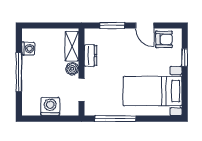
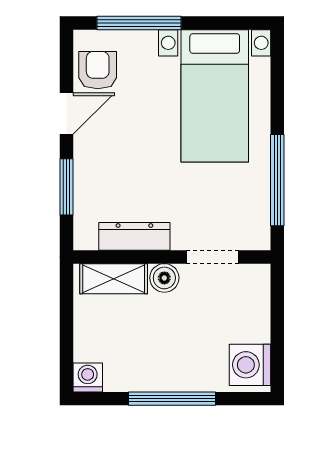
washing machine: (28, 49) -> (88, 377), moved
dresser: (90, 56) -> (134, 236), width x1.44
window: (185, 58) -> (139, 23), width x2.17
washing machine: (50, 107) -> (250, 365), moved

